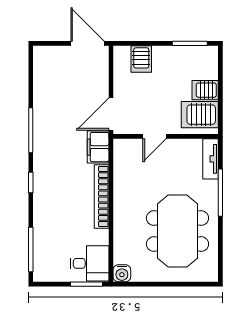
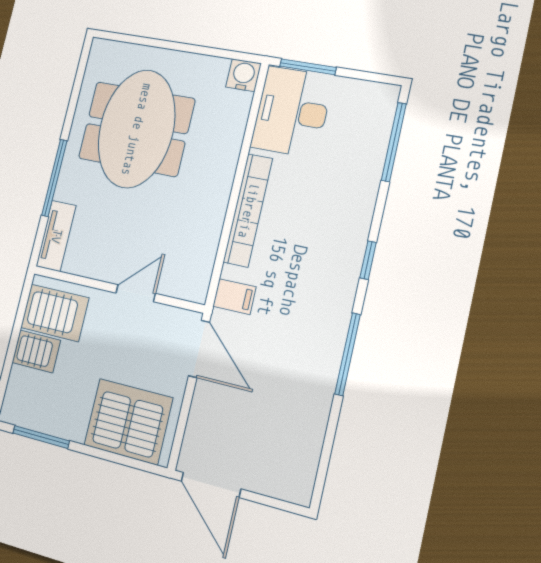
server rack: (141, 59) -> (128, 421), width x2.18, depth x1.44
door: (111, 114) -> (199, 349), hinge flipped
filing cabinet: (98, 147) -> (234, 297), width x0.50
desk: (90, 263) -> (292, 112), width x1.37

